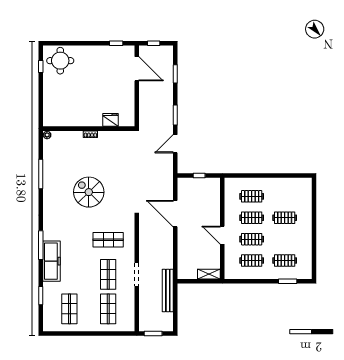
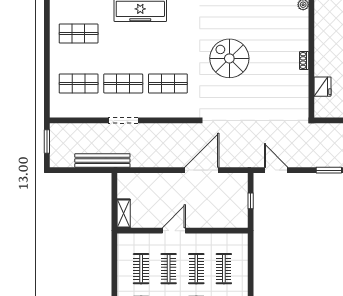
door: (175, 144) -> (276, 170), moved
spiral stairs: (89, 192) -> (229, 58), turned -90
shop shelf: (108, 240) -> (168, 83), turned 90

